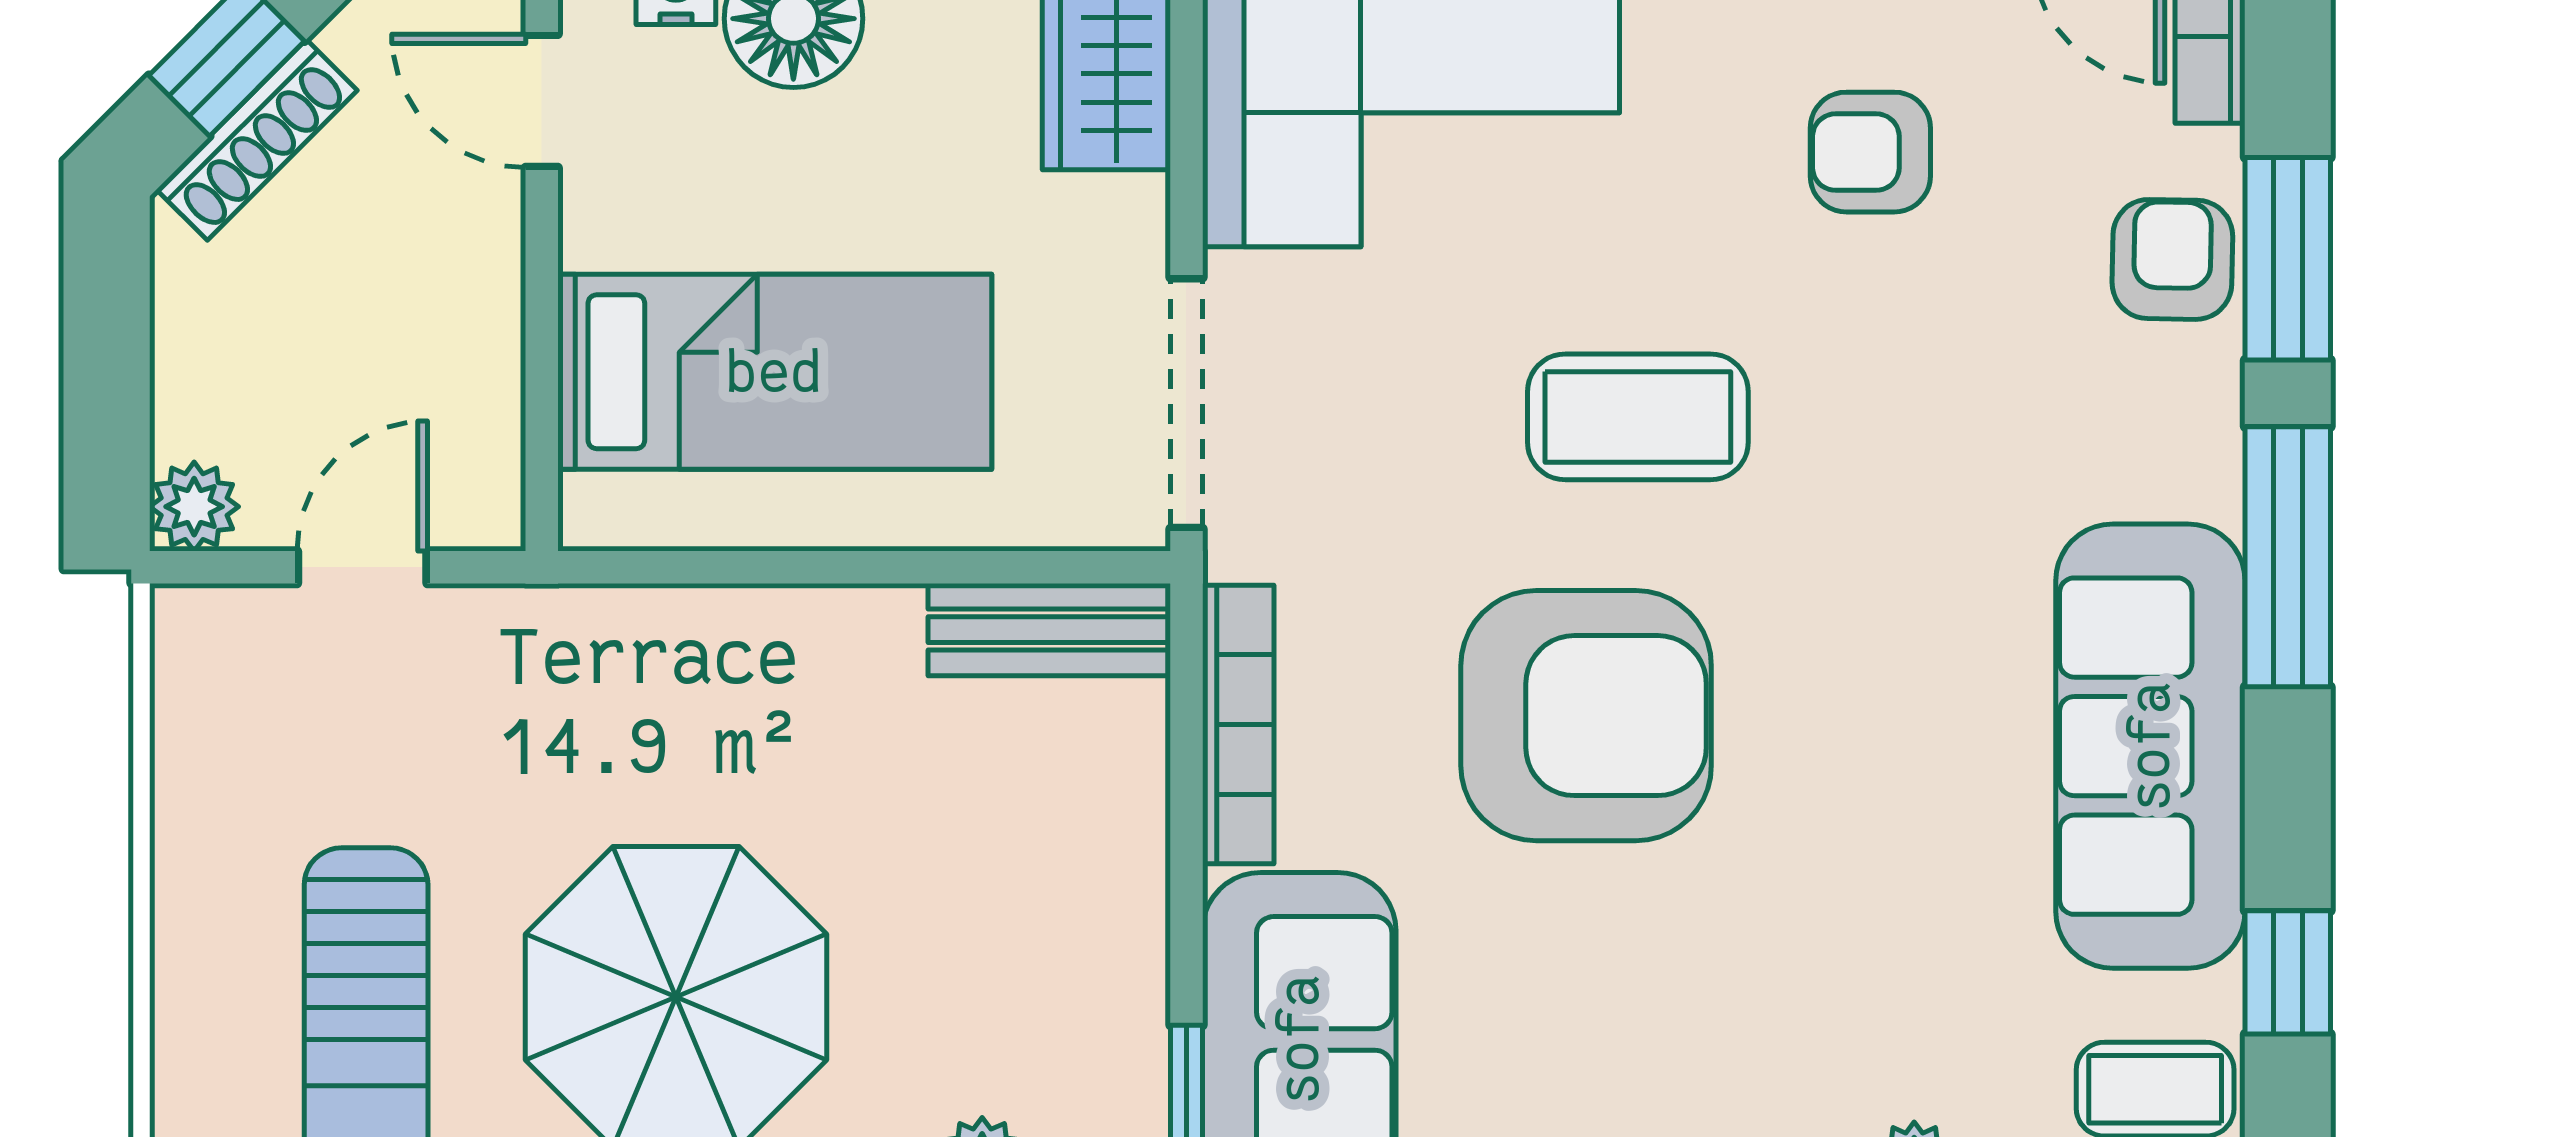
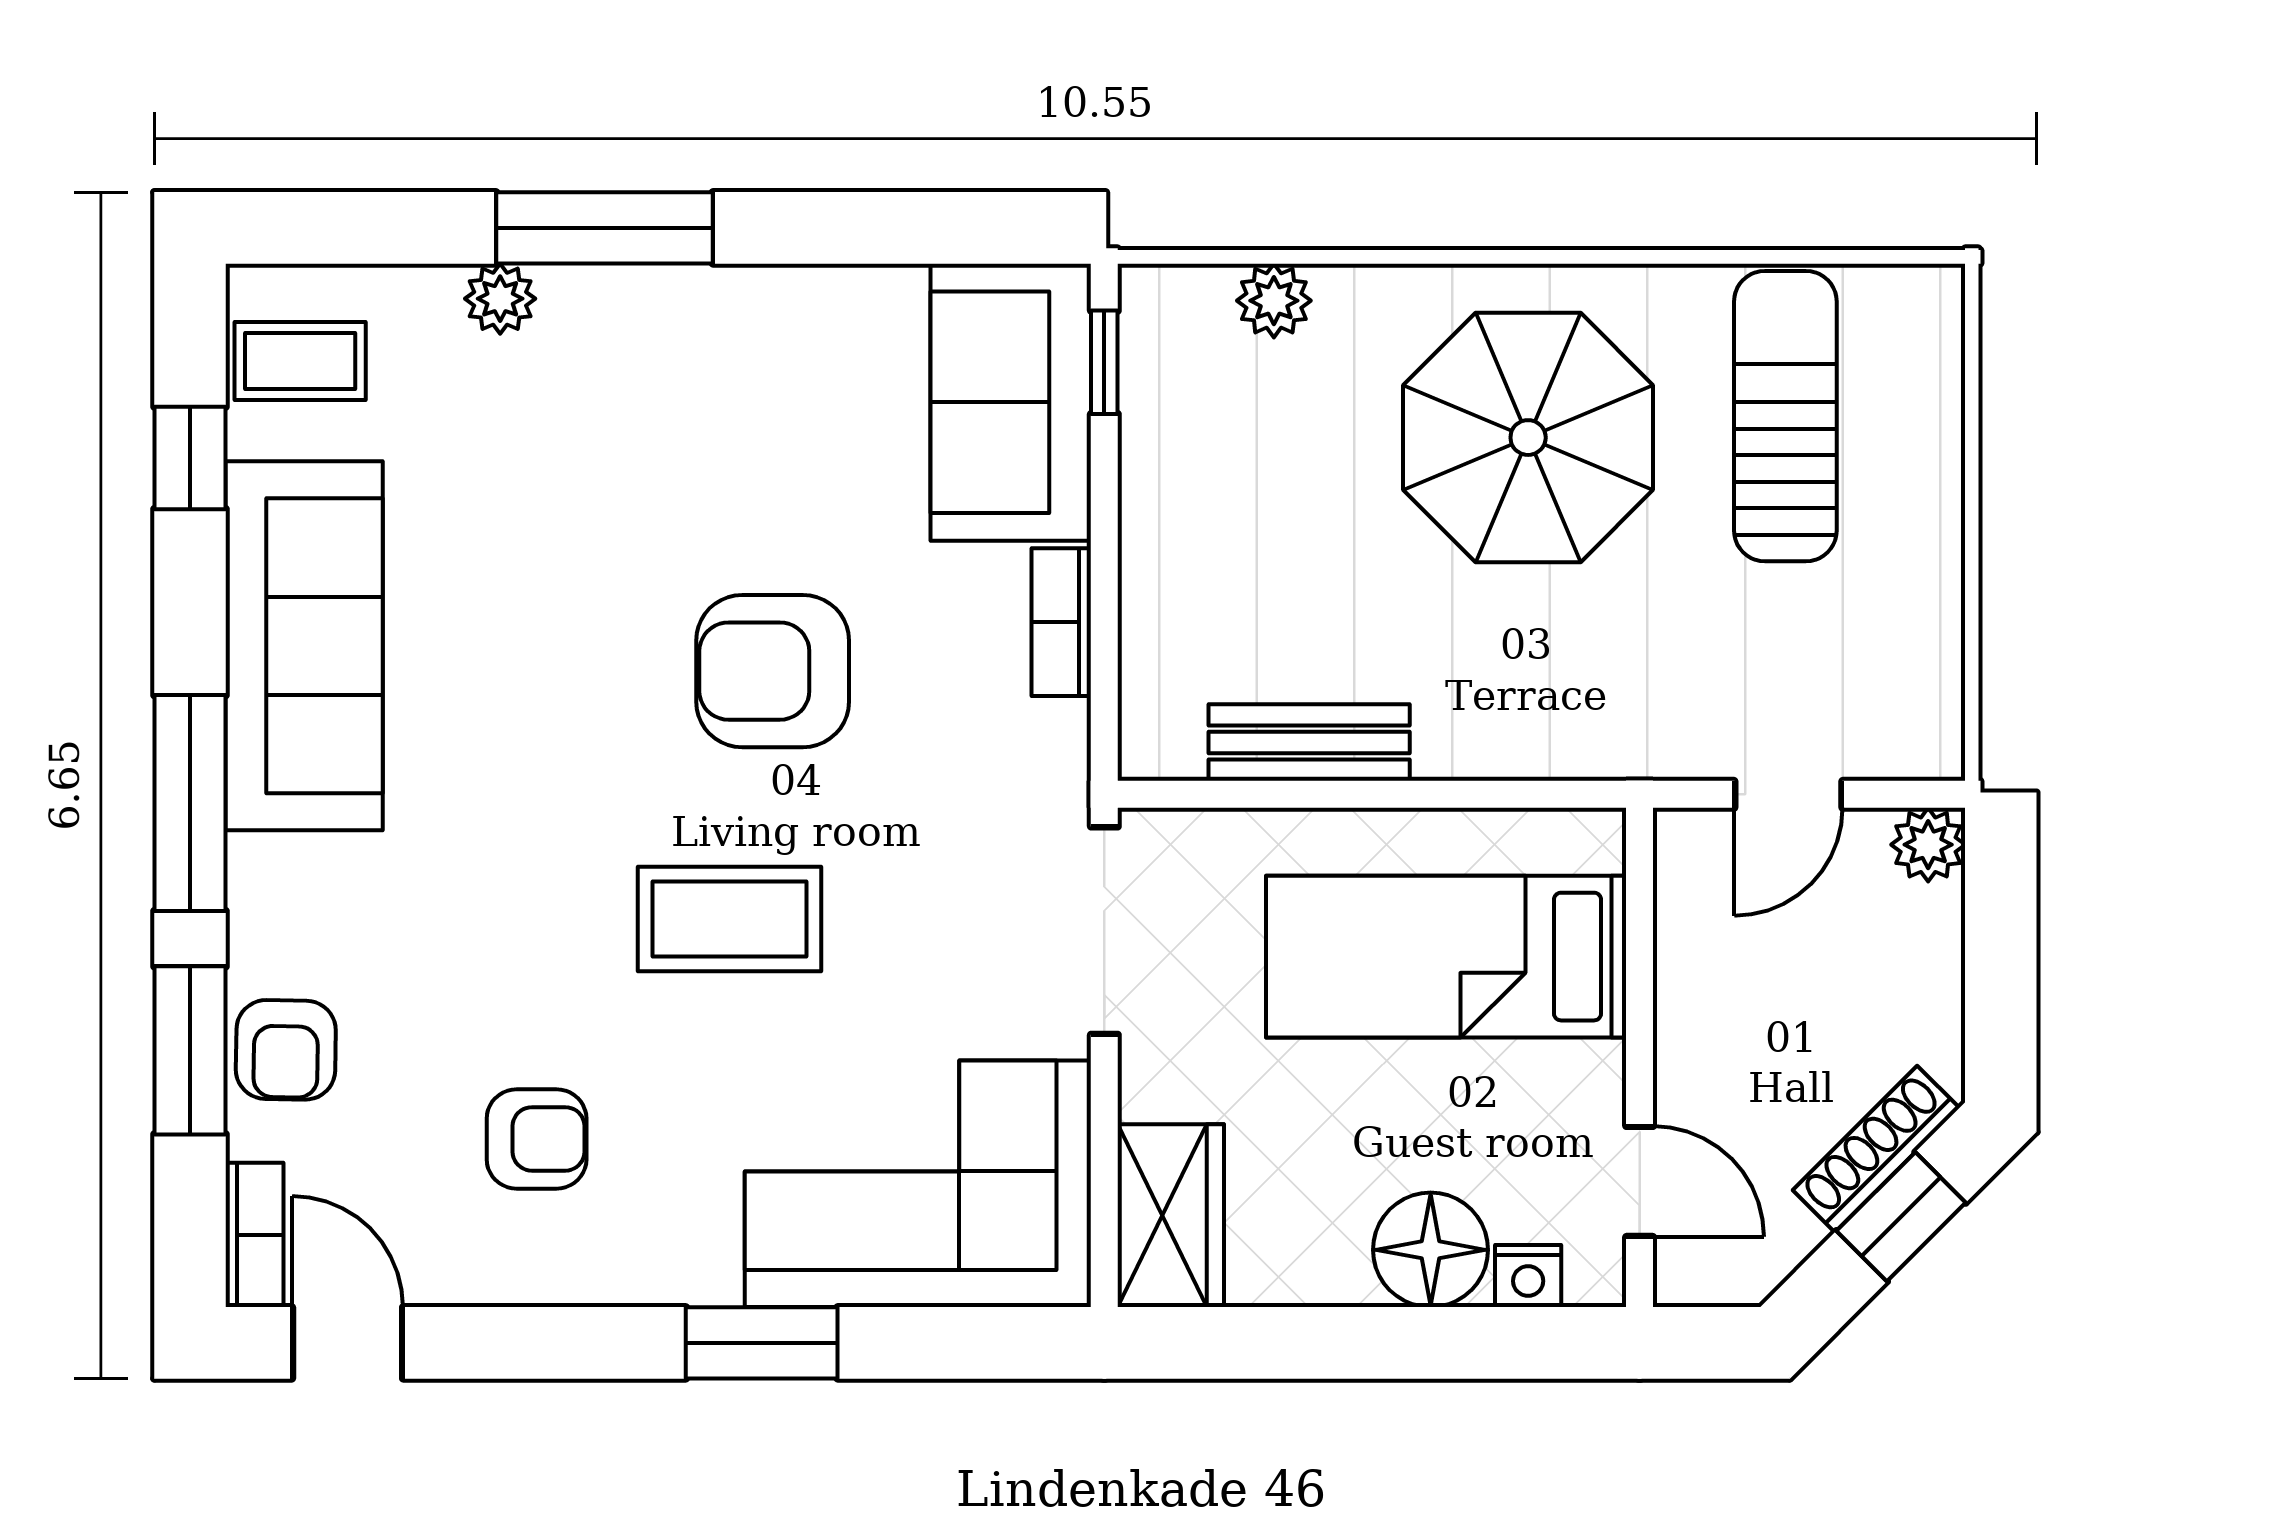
bench: (1049, 630) -> (1309, 743), moved
armchair: (1586, 716) -> (773, 671), width x0.73, depth x0.73
bookcase: (1238, 724) -> (1061, 622), width x0.64

